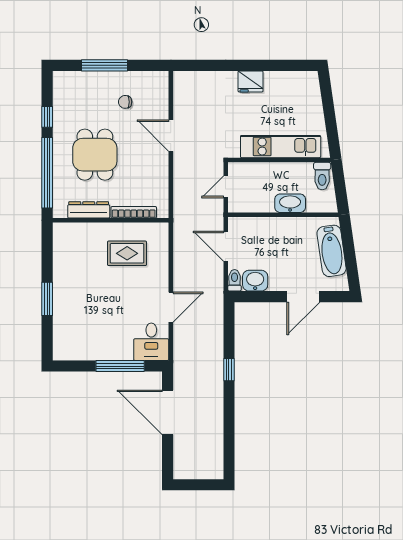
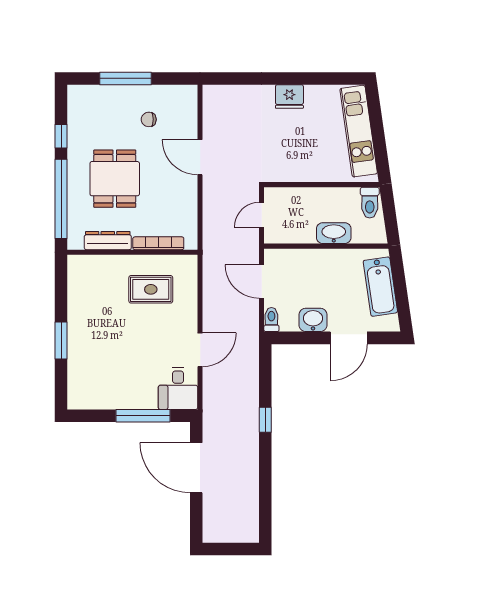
kitchen unit: (281, 147) -> (359, 131), moved, turned -98
washbasin: (255, 281) -> (313, 320), moved

